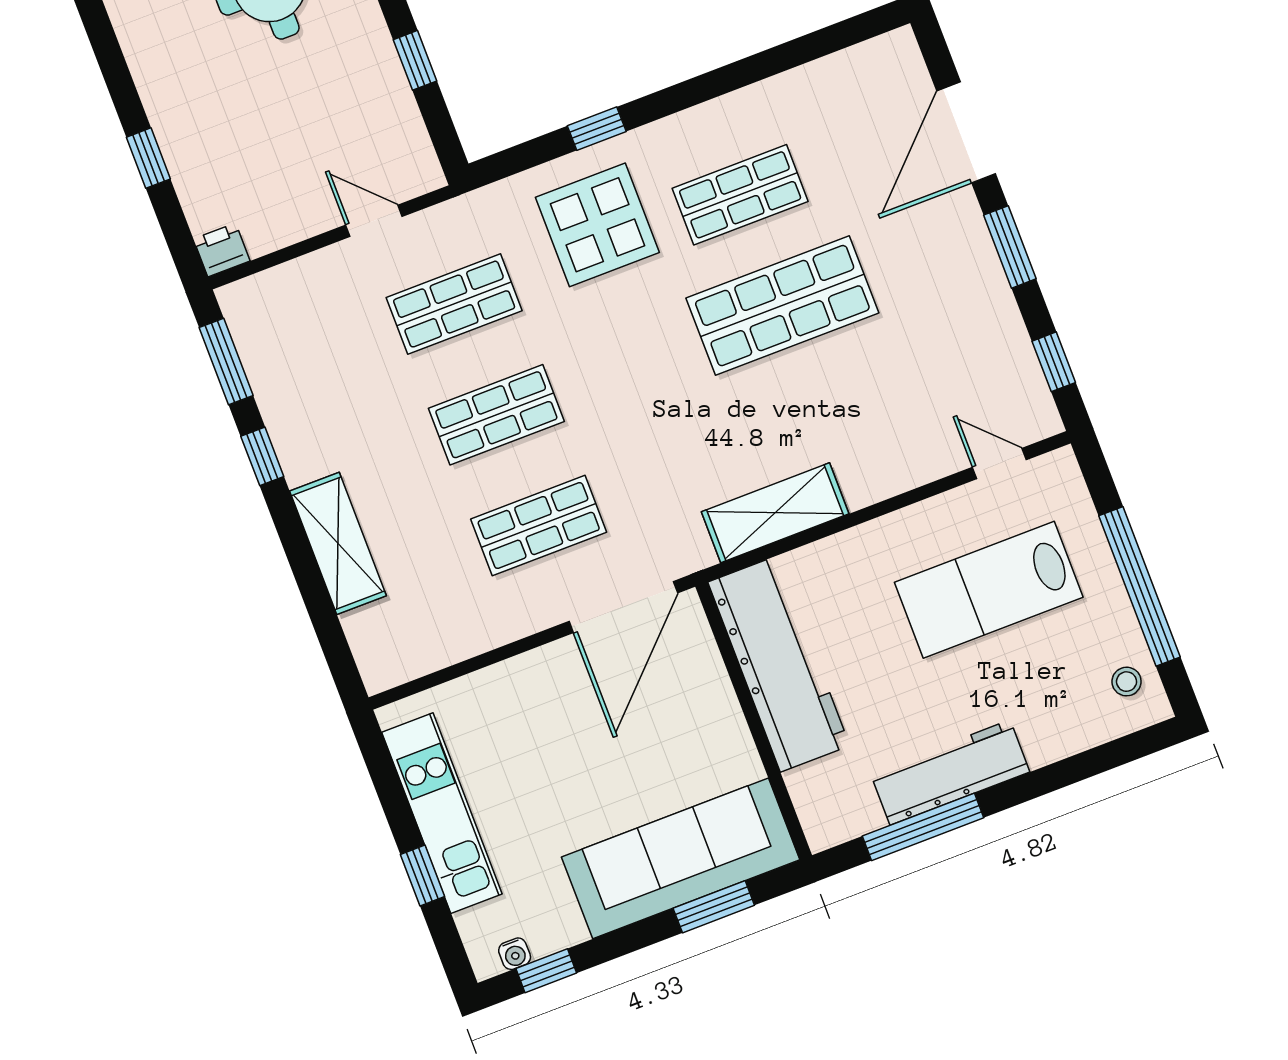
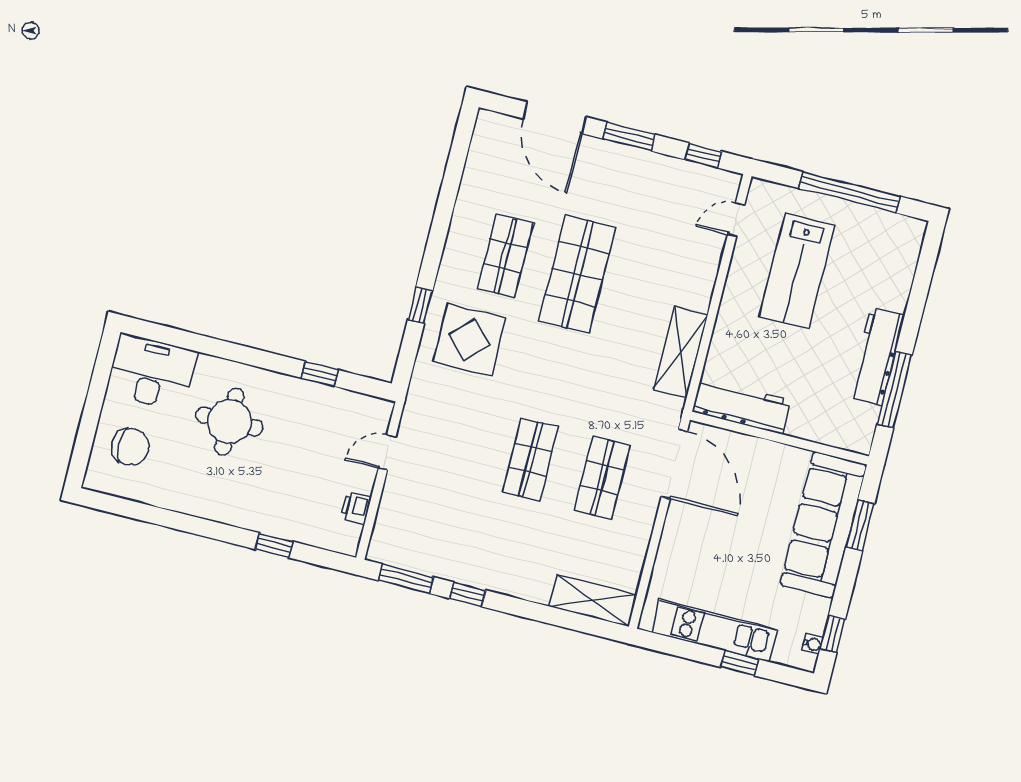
printer: (222, 250) -> (356, 508), moved
shop shelf: (454, 304) -> (458, 441), removed
shelving: (338, 543) -> (593, 600), moved
workbench: (779, 664) -> (741, 406), width x0.73, depth x0.76
stool: (1127, 682) -> (893, 233), removed

